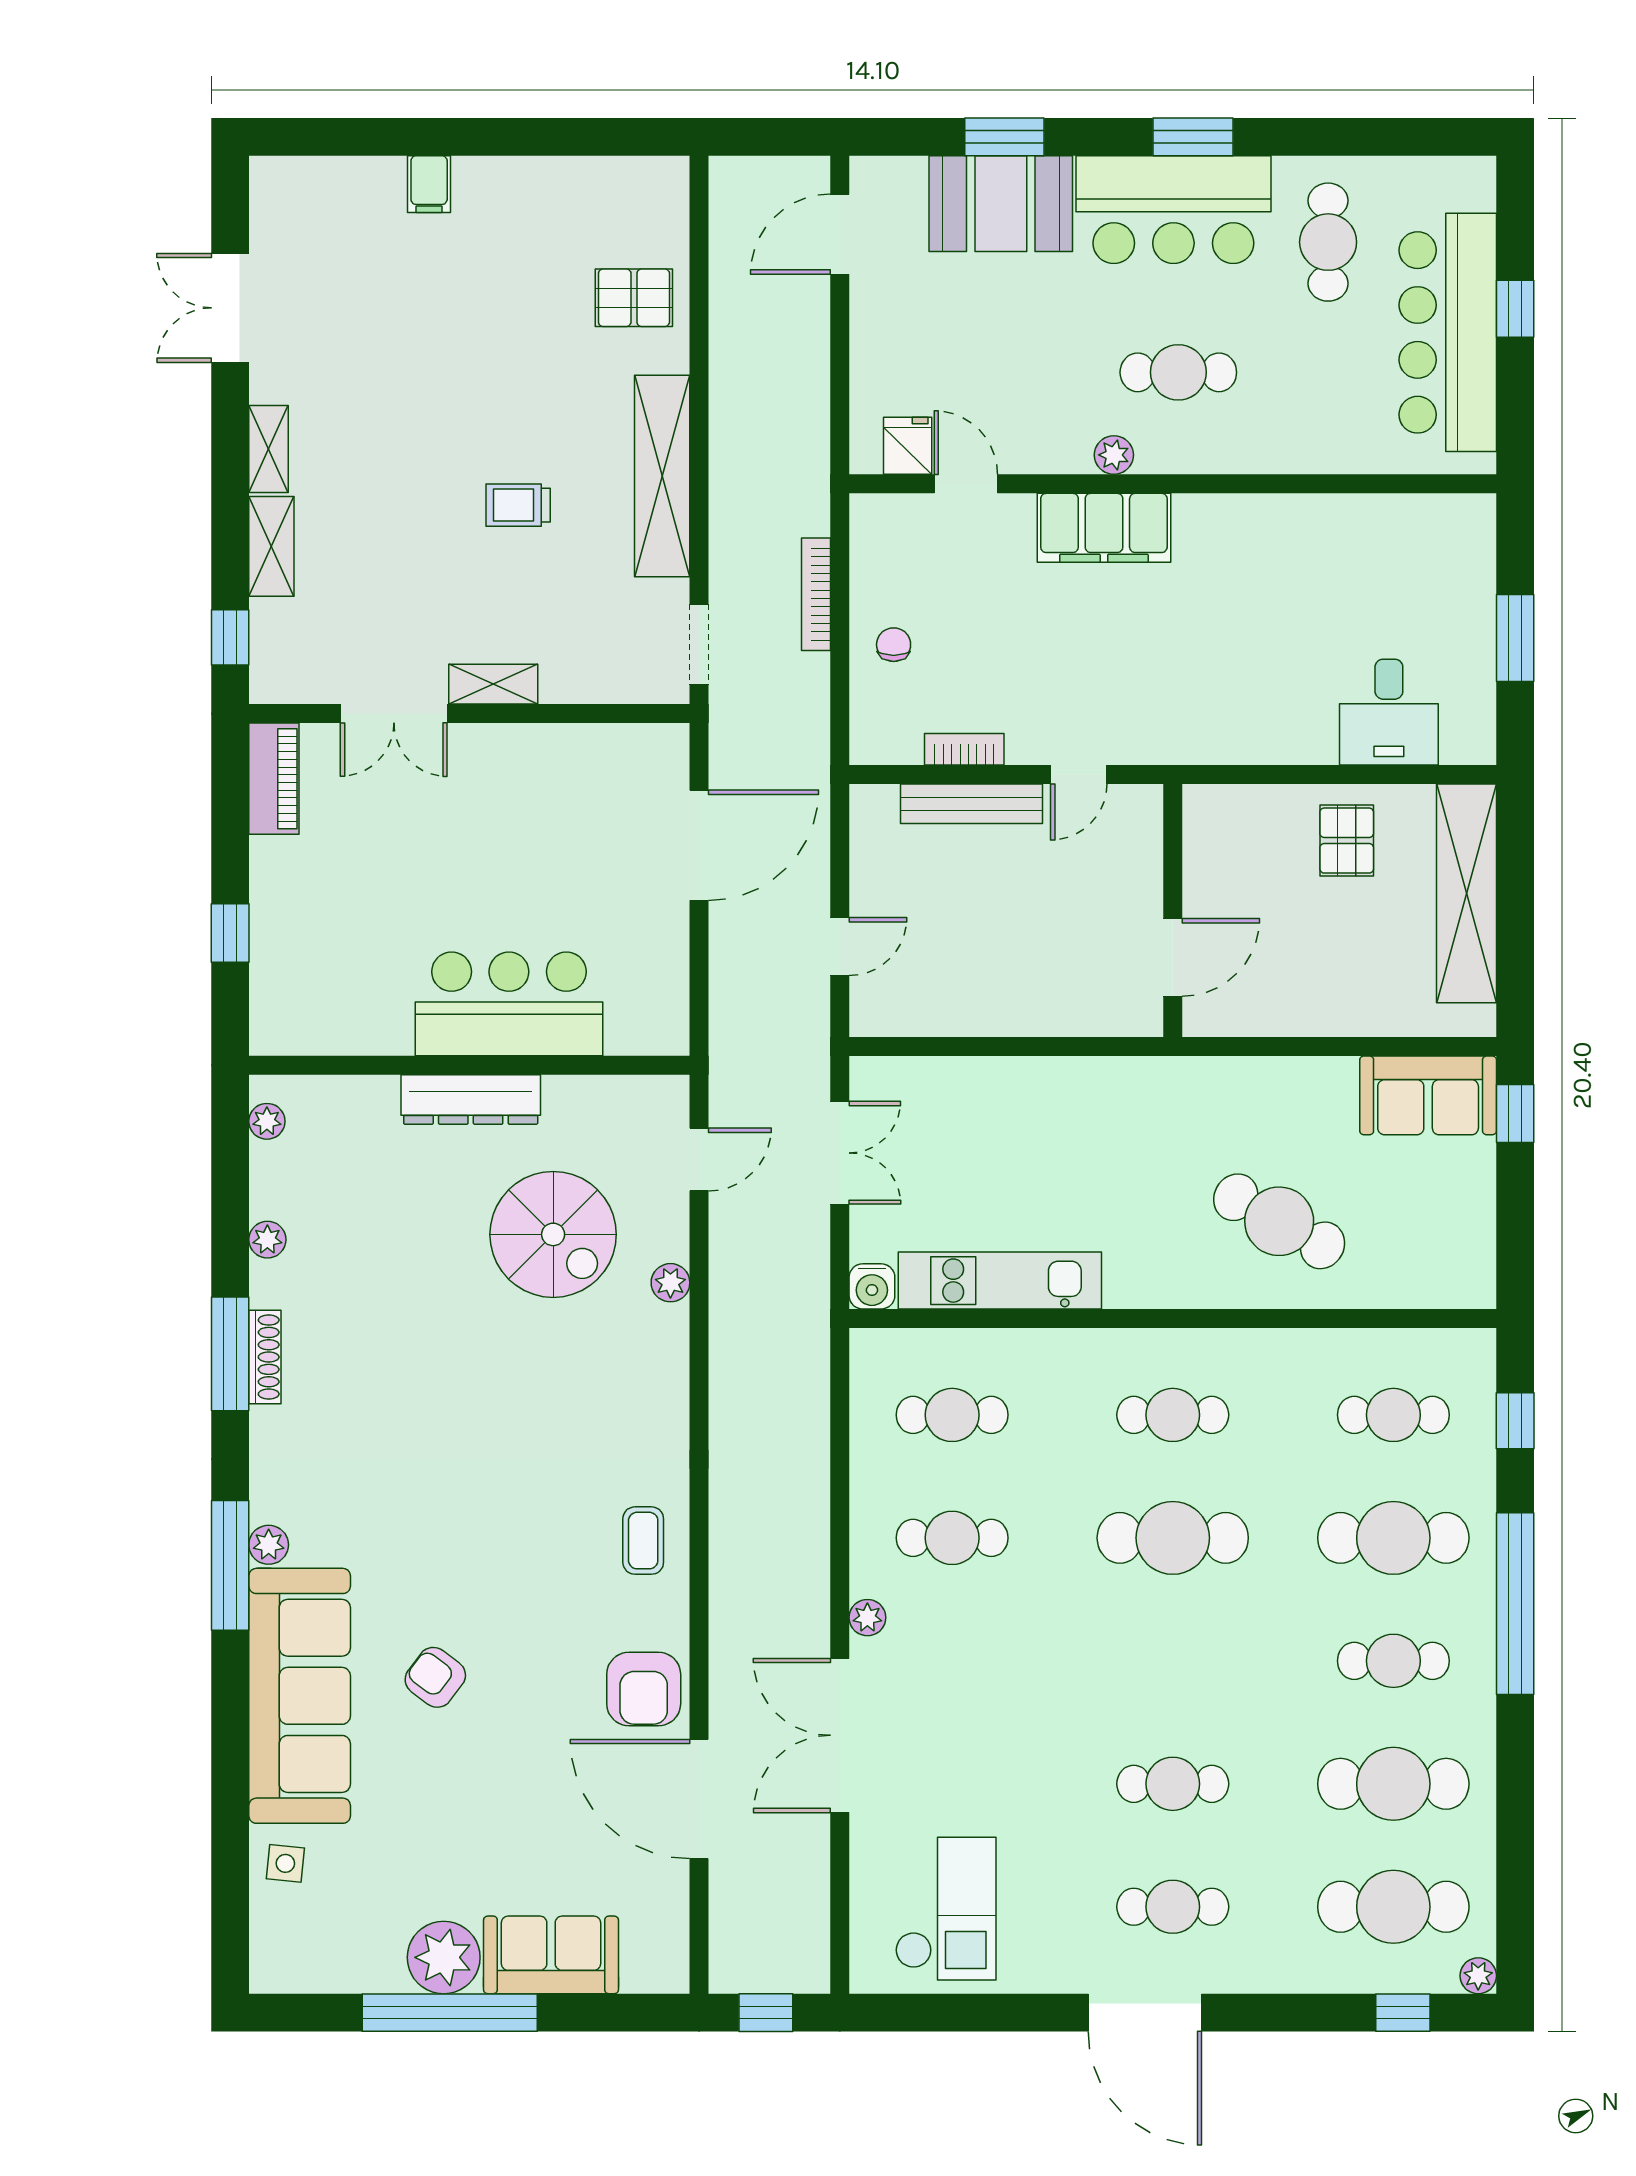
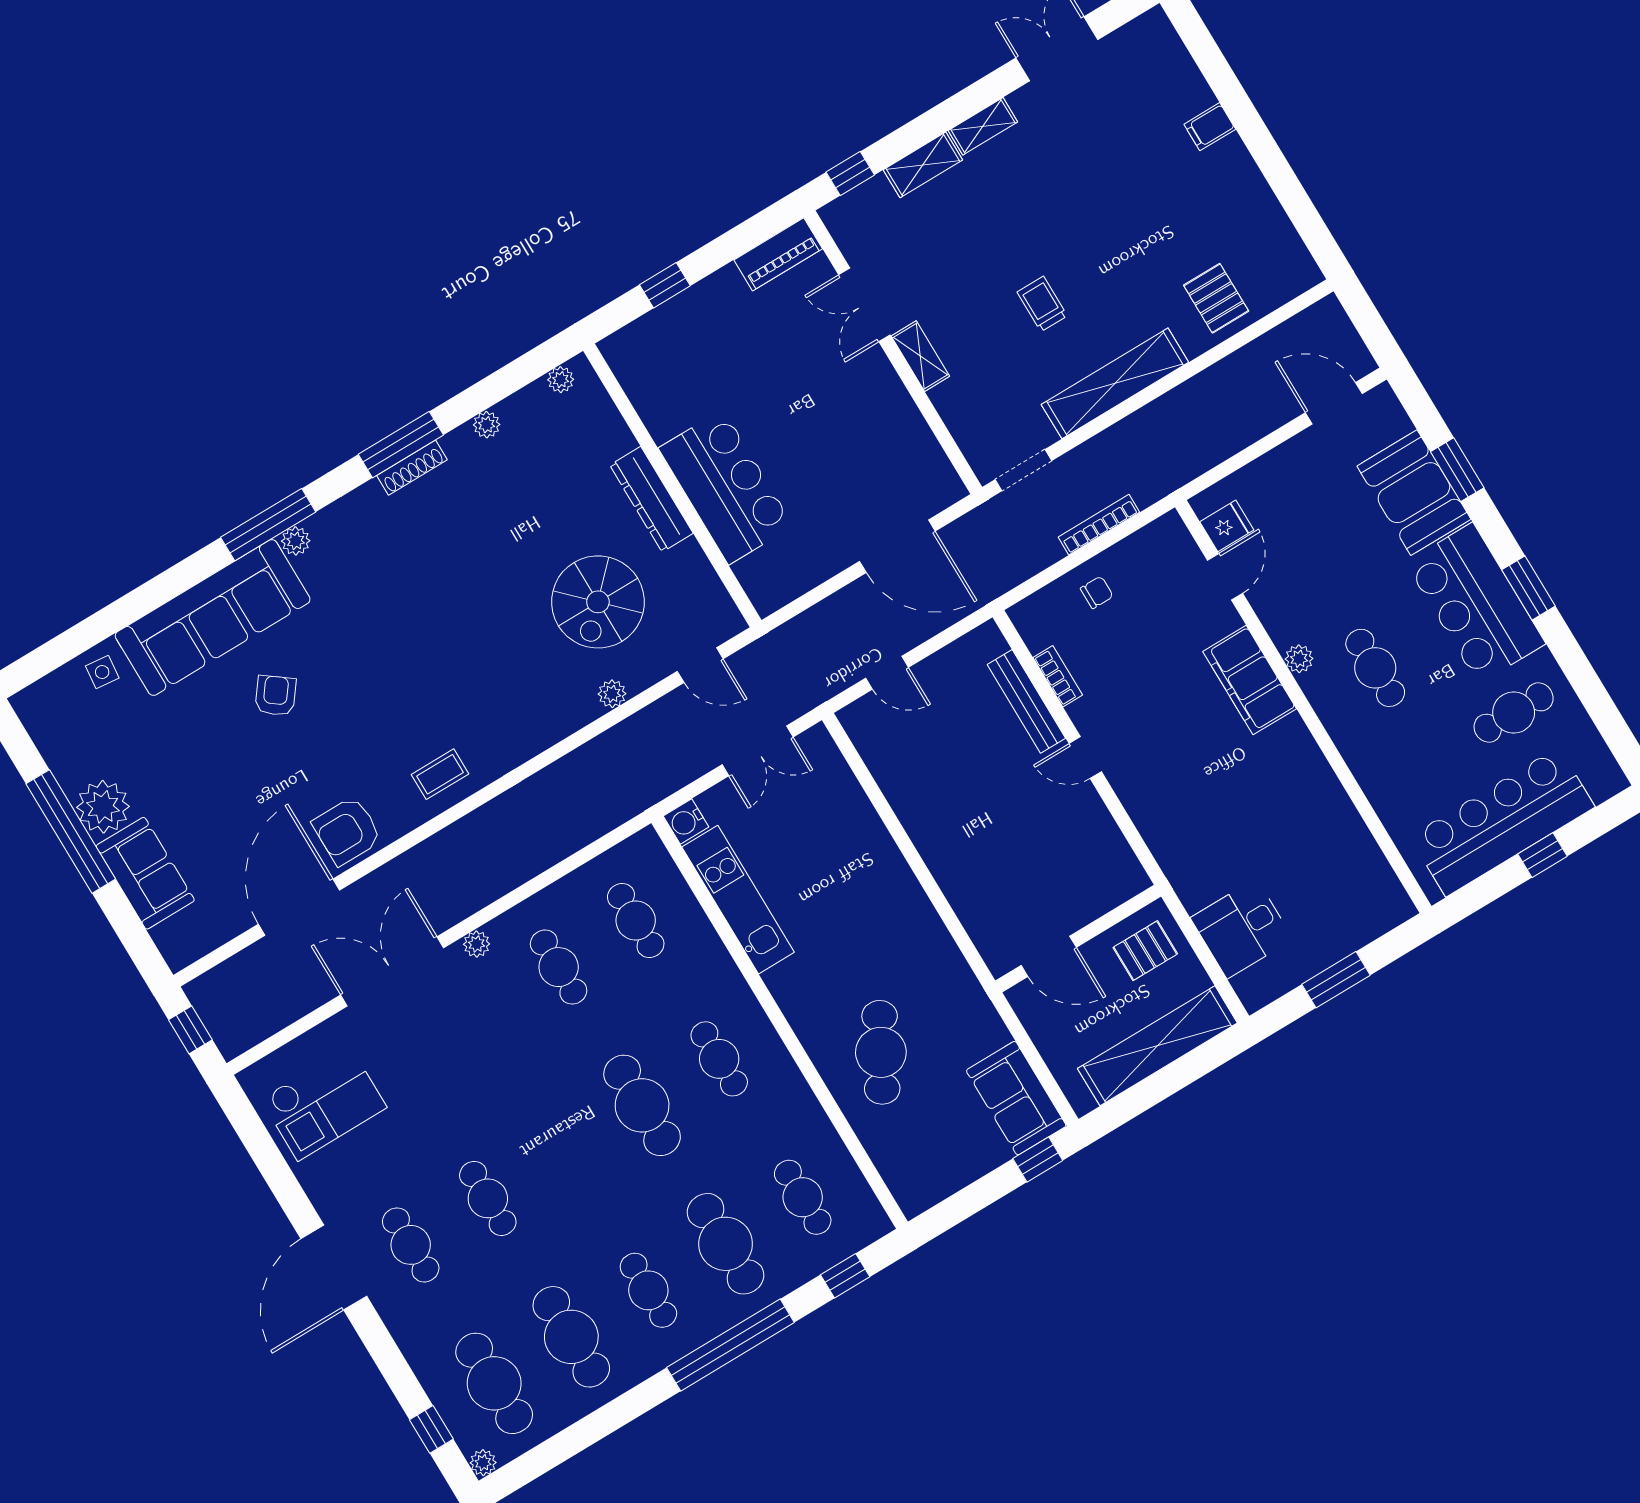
wall: (1173, 911) -> (1078, 939), moved
door: (1173, 957) -> (1049, 956), moved

